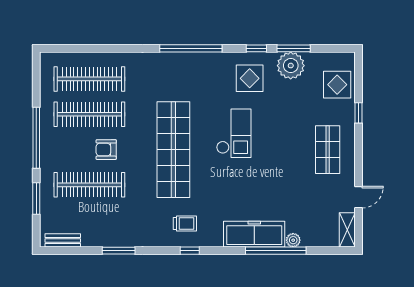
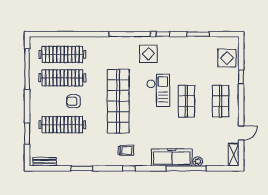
window: (256, 48) -> (163, 34), moved
plant: (291, 66) -> (196, 45), removed
display table: (250, 78) -> (148, 54), moved
window: (36, 138) -> (27, 69), moved
shop shelf: (276, 150) -> (186, 101), added

